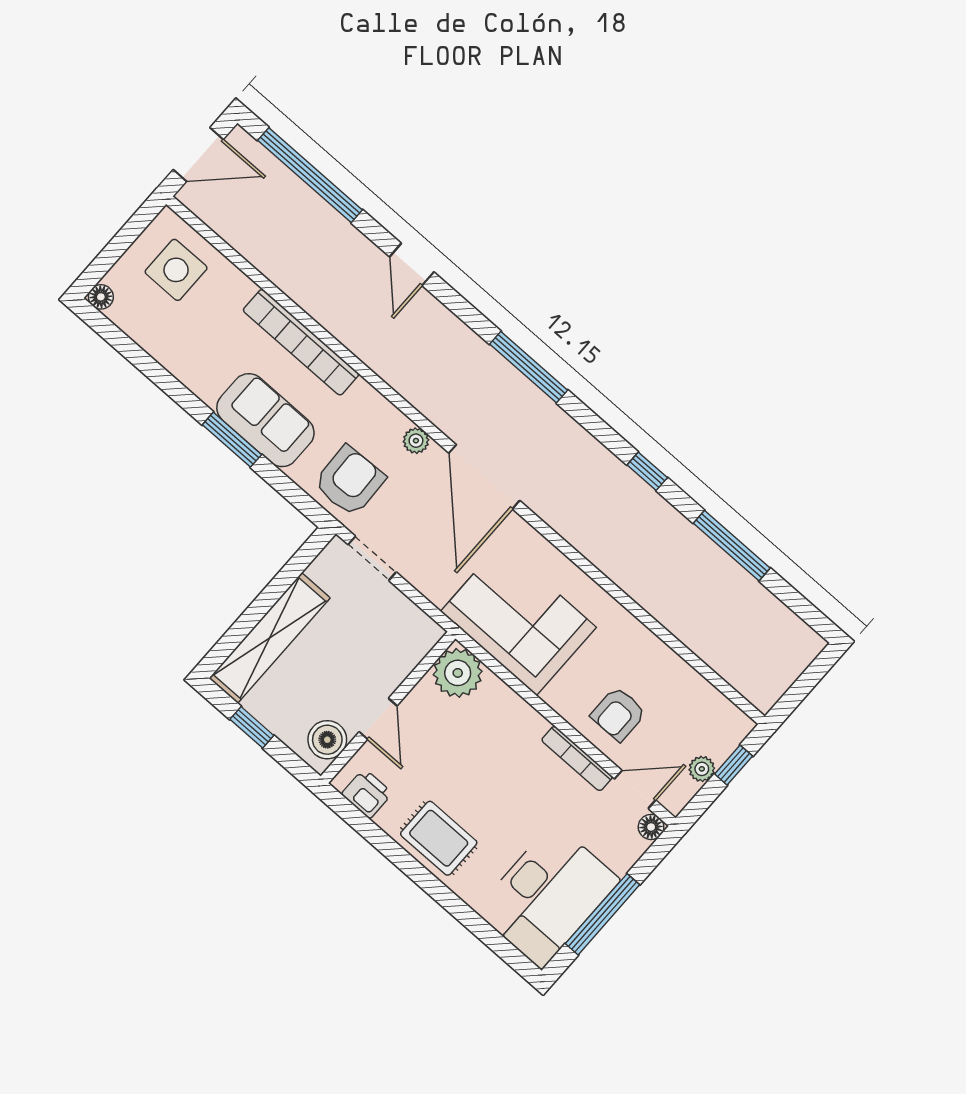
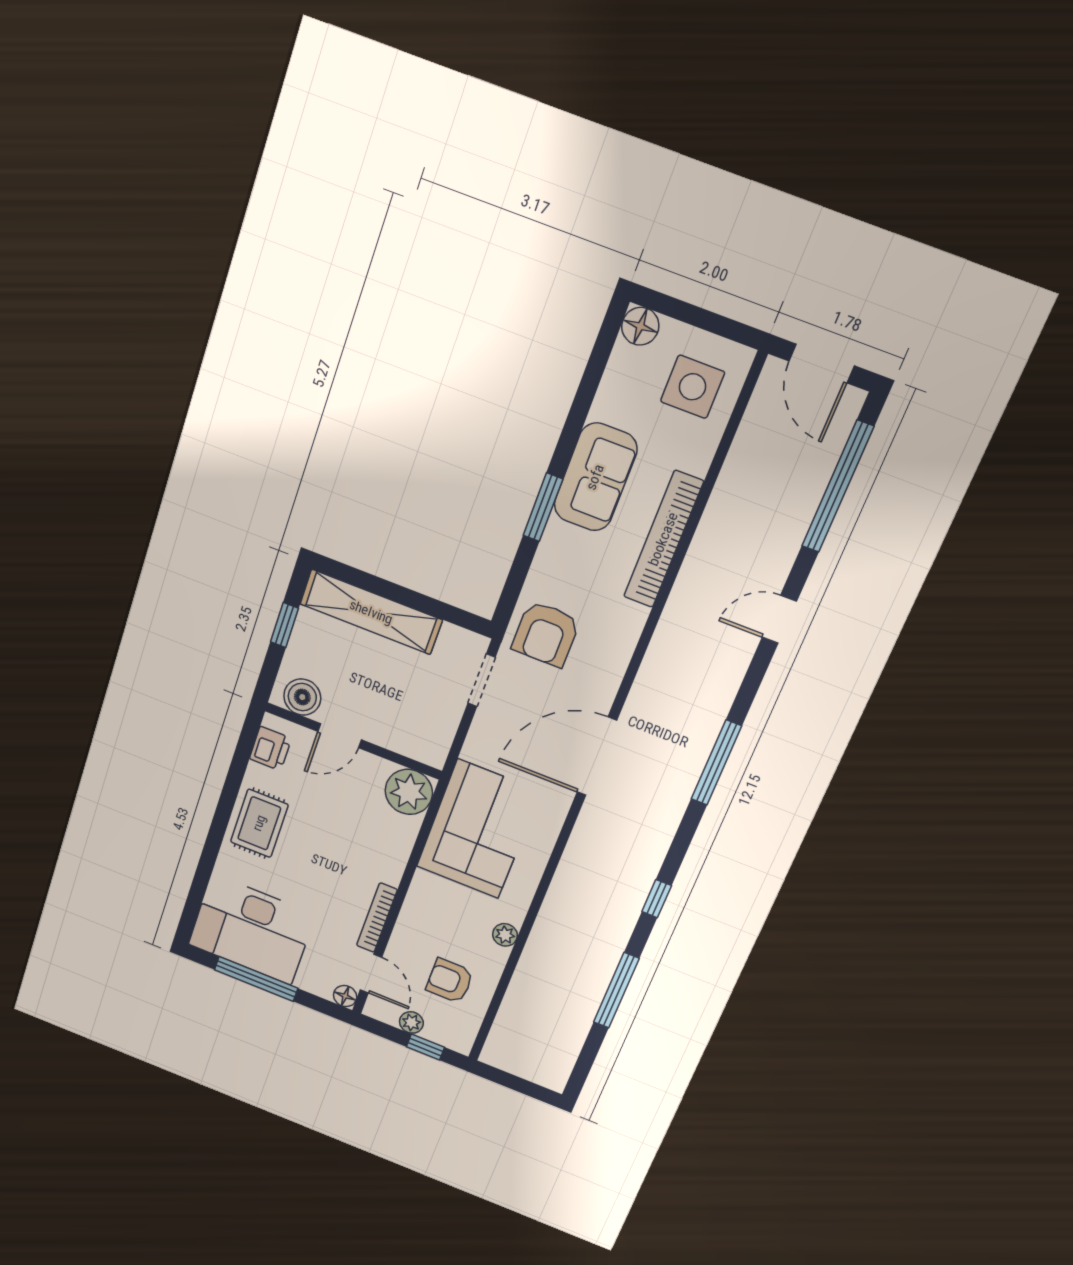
floor lamp: (101, 297) -> (640, 326), width x1.37, depth x1.37
sofa: (265, 420) -> (595, 477), moved
plant: (416, 441) -> (505, 935), moved
armchair: (350, 481) -> (546, 634), turned 92
armchair: (618, 714) -> (450, 981), moved

